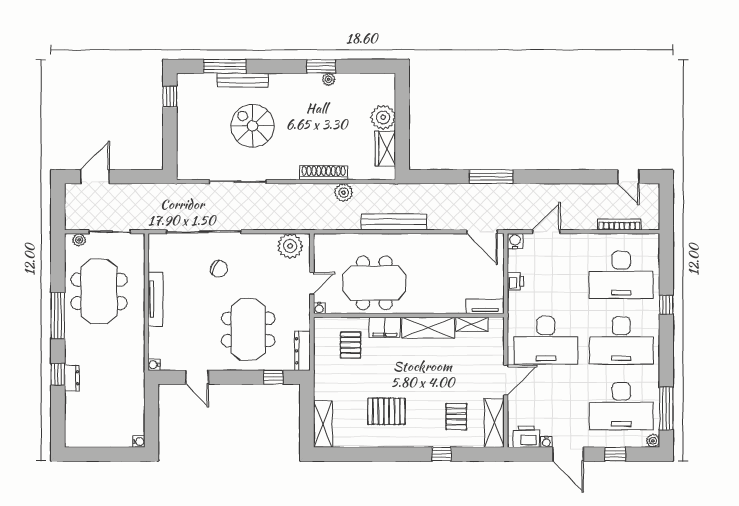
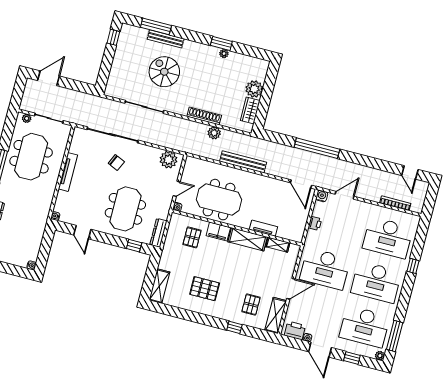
window: (491, 177) -> (317, 148), width x1.46
tv unit: (485, 306) -> (263, 228), moved

